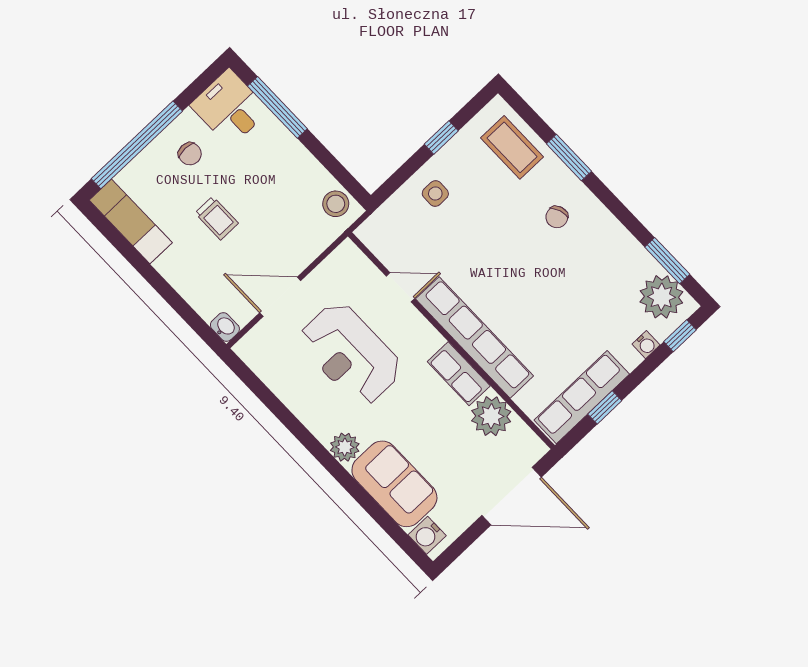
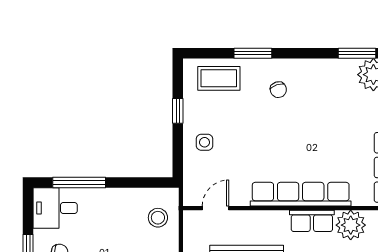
stool: (336, 204) -> (158, 218), moved
door: (400, 287) -> (216, 208), moved

